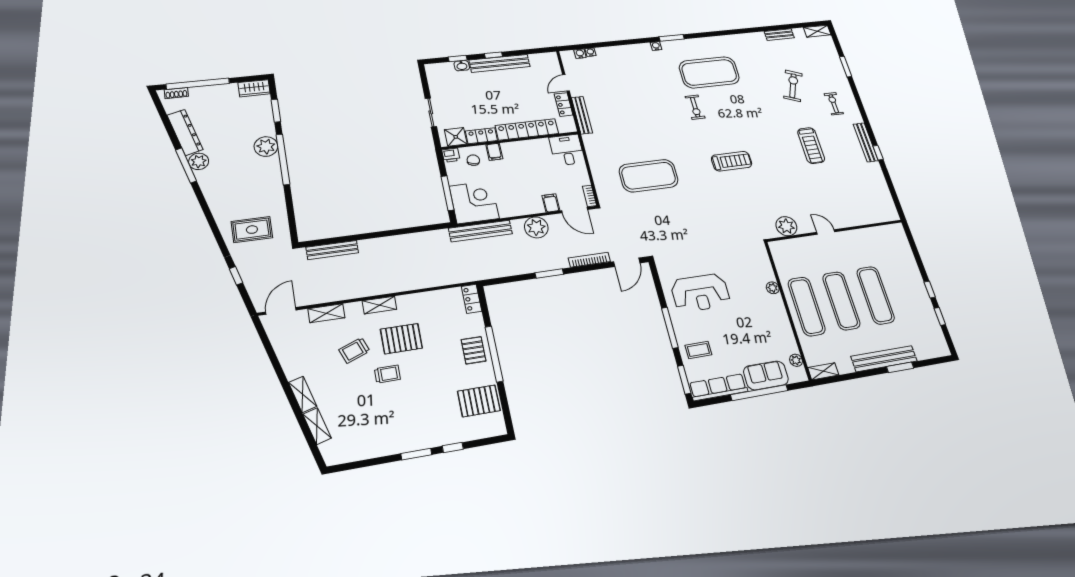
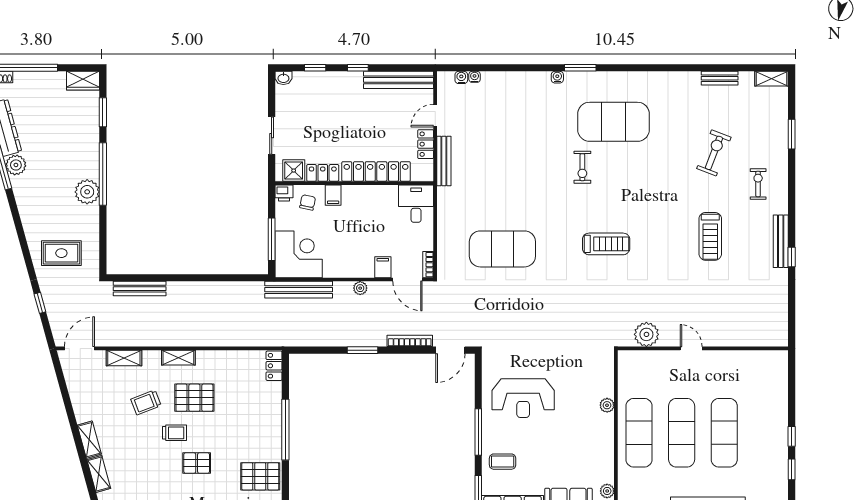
bench: (500, 63) -> (399, 80), moved
washbasin: (462, 66) -> (283, 78), moved
plant: (266, 147) -> (87, 192), moved
plant: (536, 227) -> (360, 288), width x0.53, depth x0.53
pallet: (474, 350) -> (197, 463), moved, turned 90

